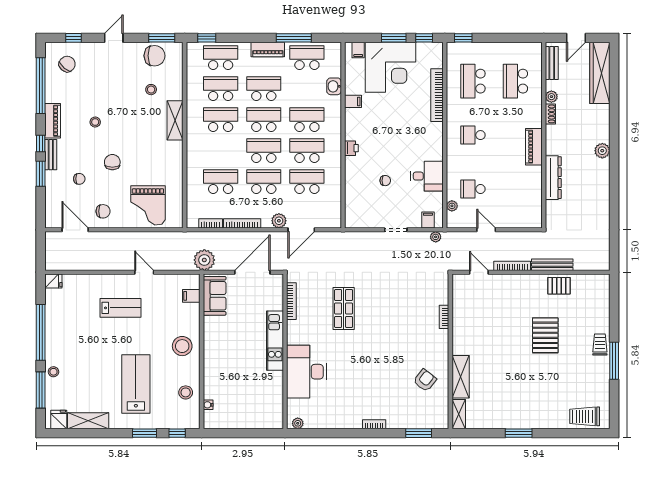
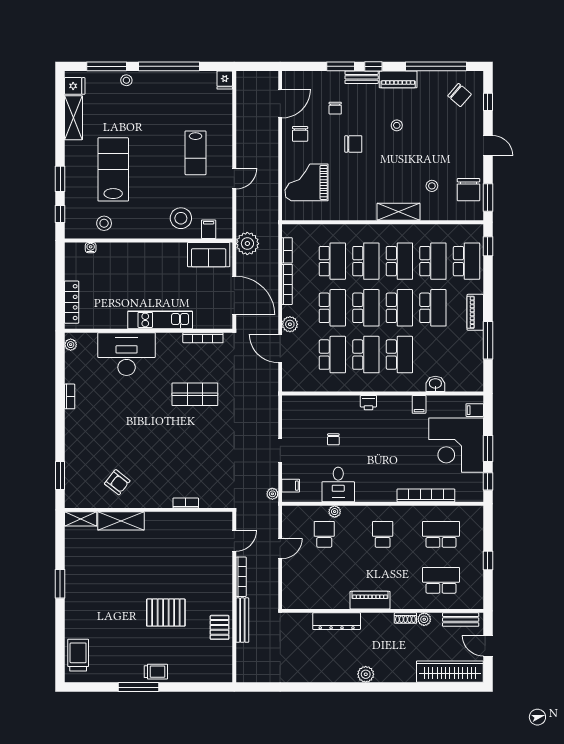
window: (463, 38) -> (488, 561), moved
school desk: (307, 58) -> (366, 261), moved
plant: (452, 206) -> (335, 512), moved
stool: (182, 346) -> (181, 218), moved
lab bench: (136, 384) -> (113, 169), turned -90
locker: (258, 422) -> (72, 302), added
bookcase: (374, 424) -> (70, 396), moved

